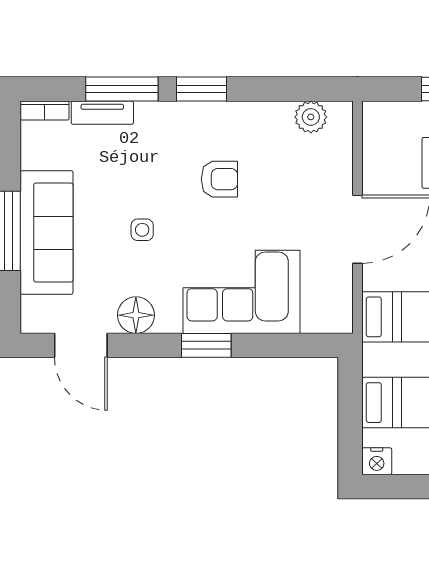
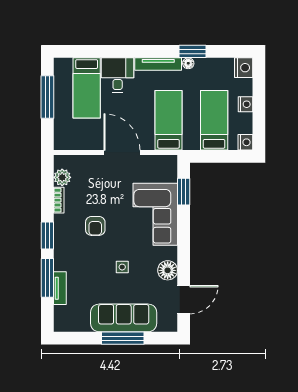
bookcase: (45, 110) -> (59, 200), moved
armchair: (219, 179) -> (95, 226), turned 180
window: (206, 345) -> (184, 192), moved

